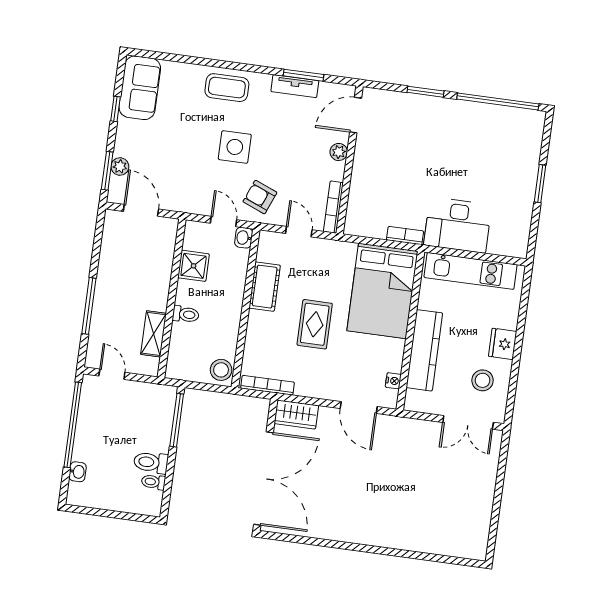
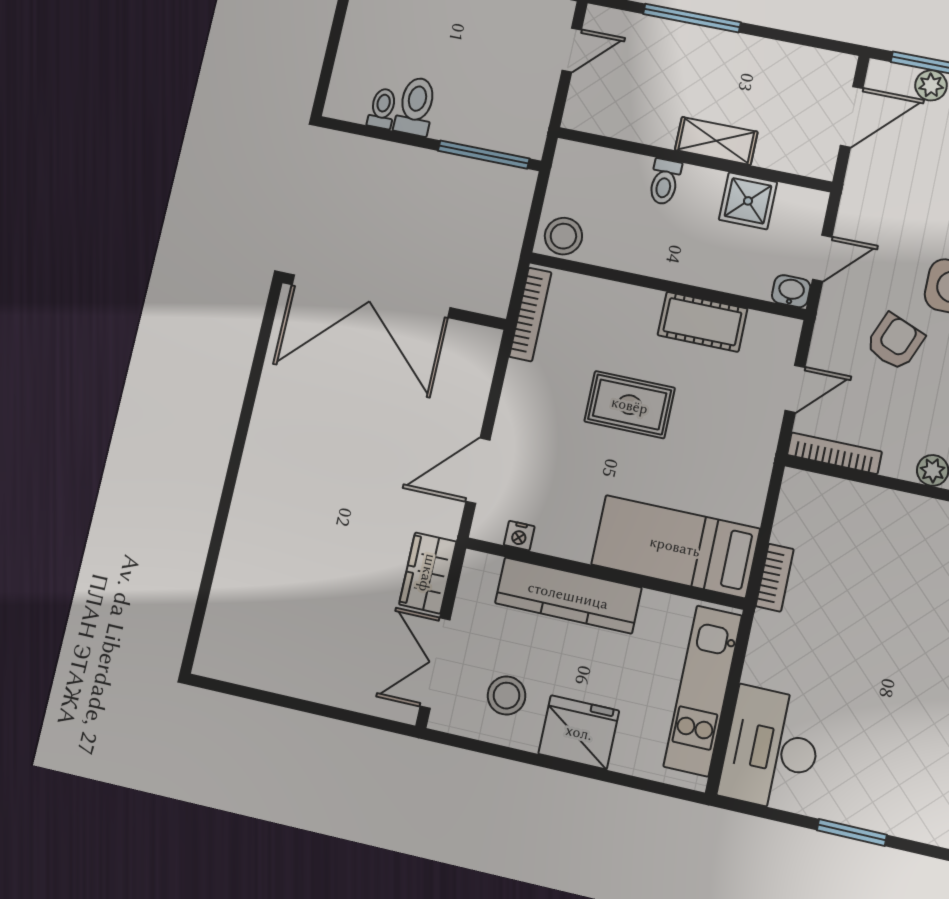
armchair: (260, 197) -> (895, 342), moved
desk: (458, 225) -> (771, 749), moved
bed: (382, 291) -> (675, 546), width x0.67
shelving: (154, 334) -> (716, 141), moved
fridge: (503, 344) -> (579, 732), width x1.36, depth x1.34
wardrobe: (296, 415) -> (428, 573), moved

